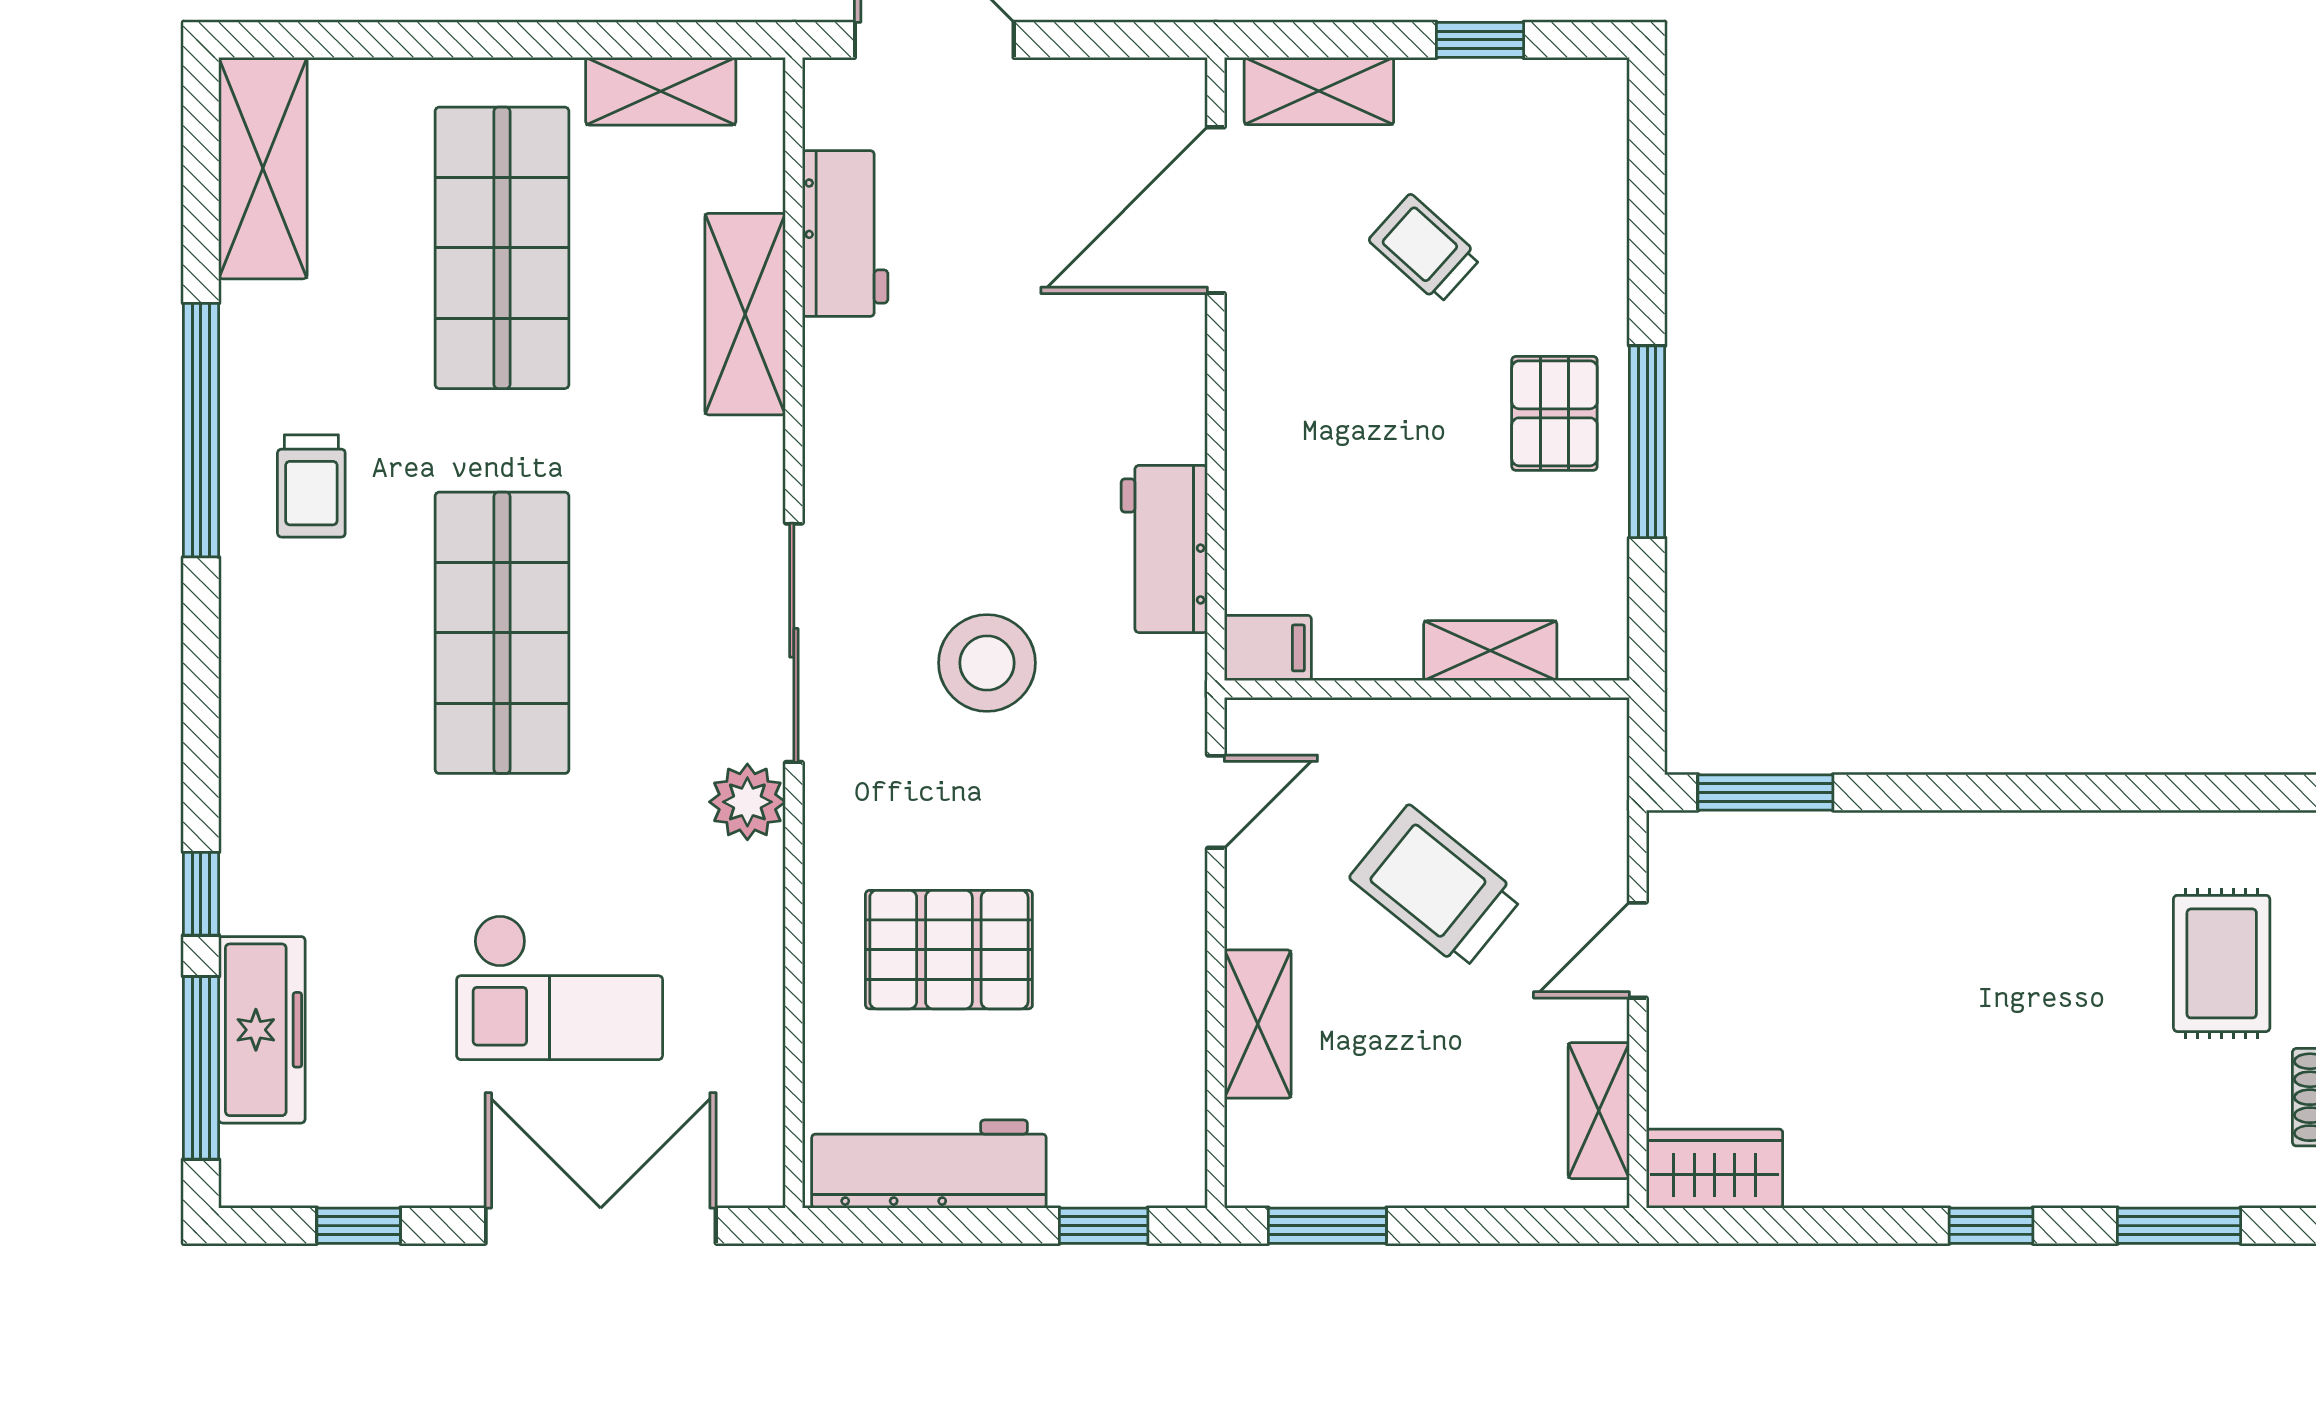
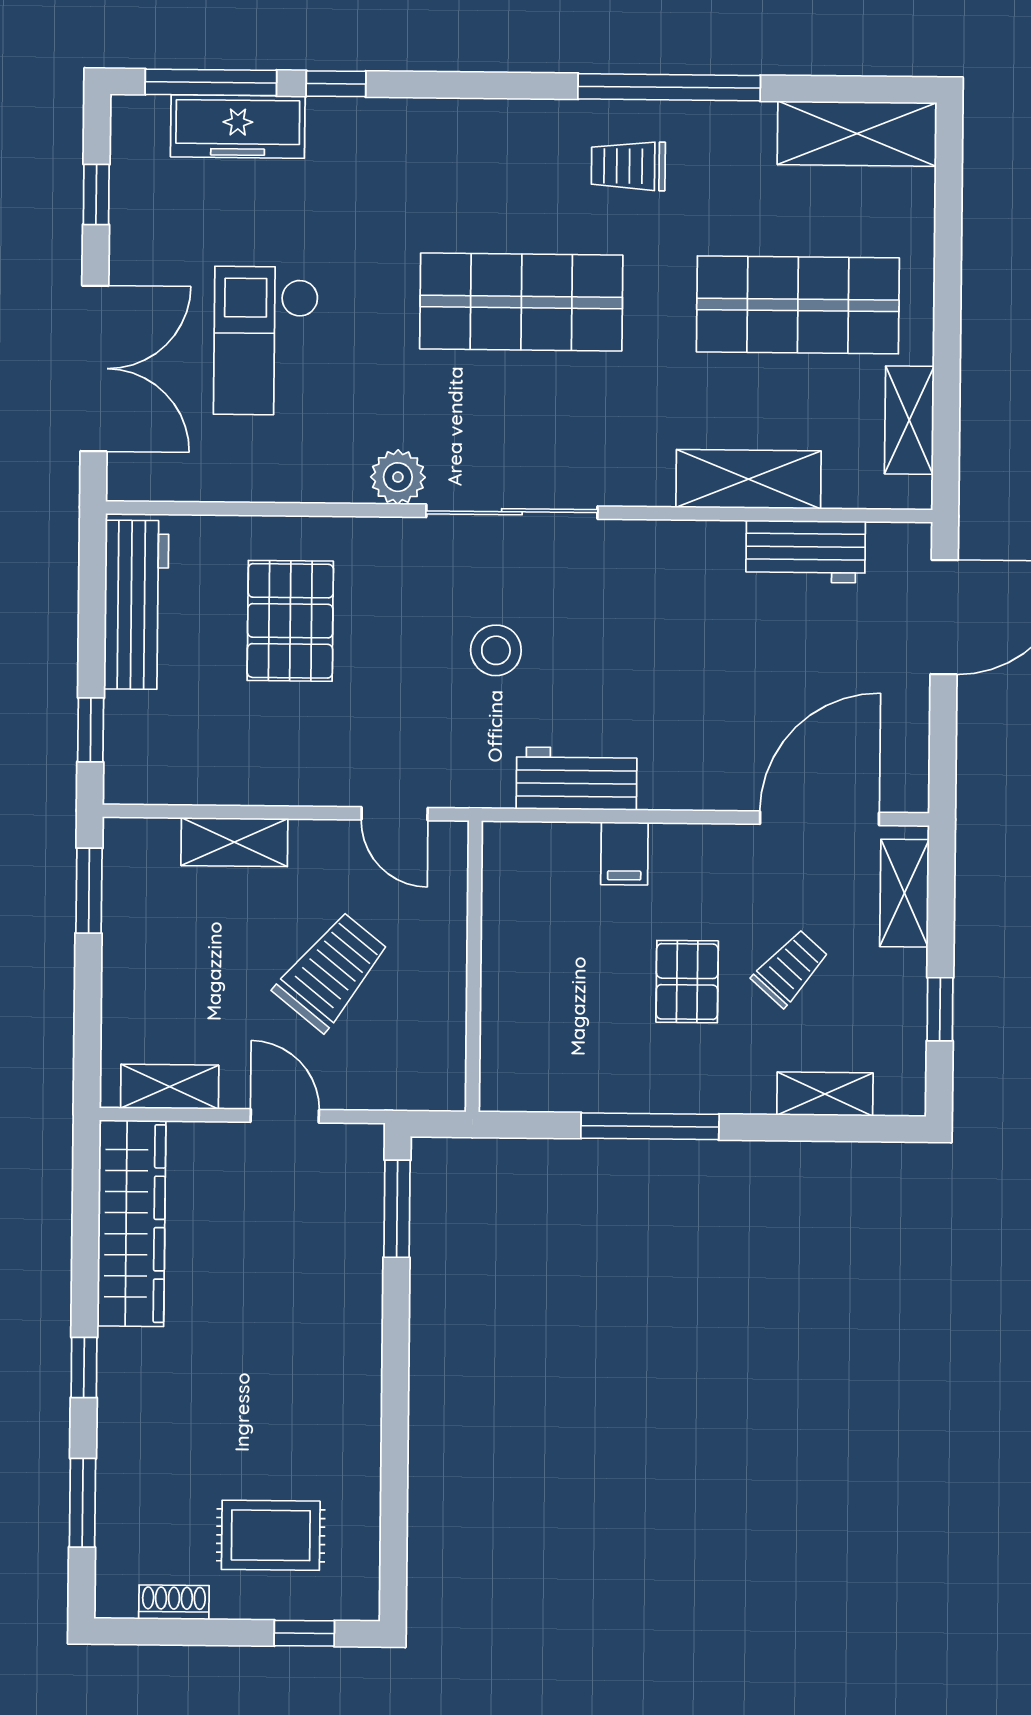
door: (1216, 210) -> (820, 818), hinge flipped
pallet: (1554, 413) -> (687, 982), moved, turned 90
filing cabinet: (1268, 648) -> (624, 854), moved
shelving: (1490, 651) -> (825, 1094), moved, turned 90
stool: (987, 663) -> (496, 650), width x0.73, depth x0.73
wardrobe: (1715, 1169) -> (131, 1223), width x2.10, depth x1.17

